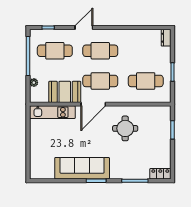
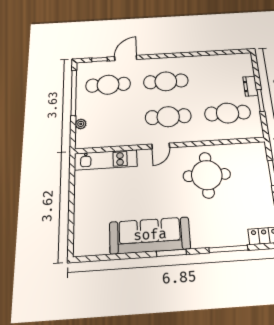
door: (84, 28) -> (126, 58), moved
dresser: (166, 38) -> (250, 86), moved
booth: (65, 92) -> (122, 133), removed
door: (93, 104) -> (161, 146), width x0.53
round table: (125, 128) -> (207, 175), width x1.36, depth x1.36

